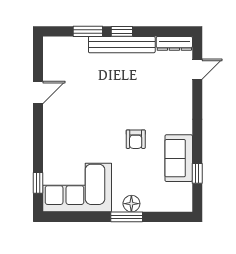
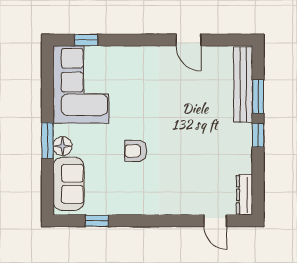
bench: (122, 45) -> (243, 85), moved
sofa: (179, 158) -> (68, 184), moved, turned 90

